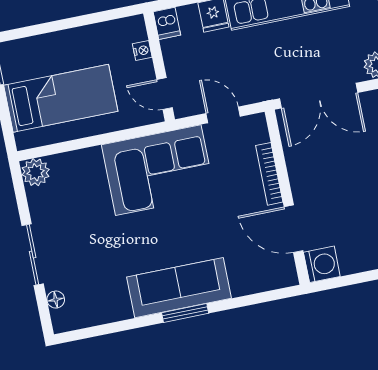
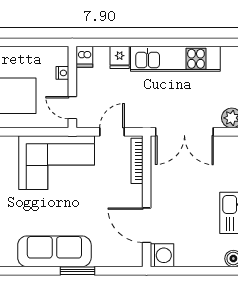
door: (223, 115) -> (112, 132), hinge flipped
bookcase: (269, 174) -> (137, 161), moved
window: (185, 313) -> (77, 271), moved

